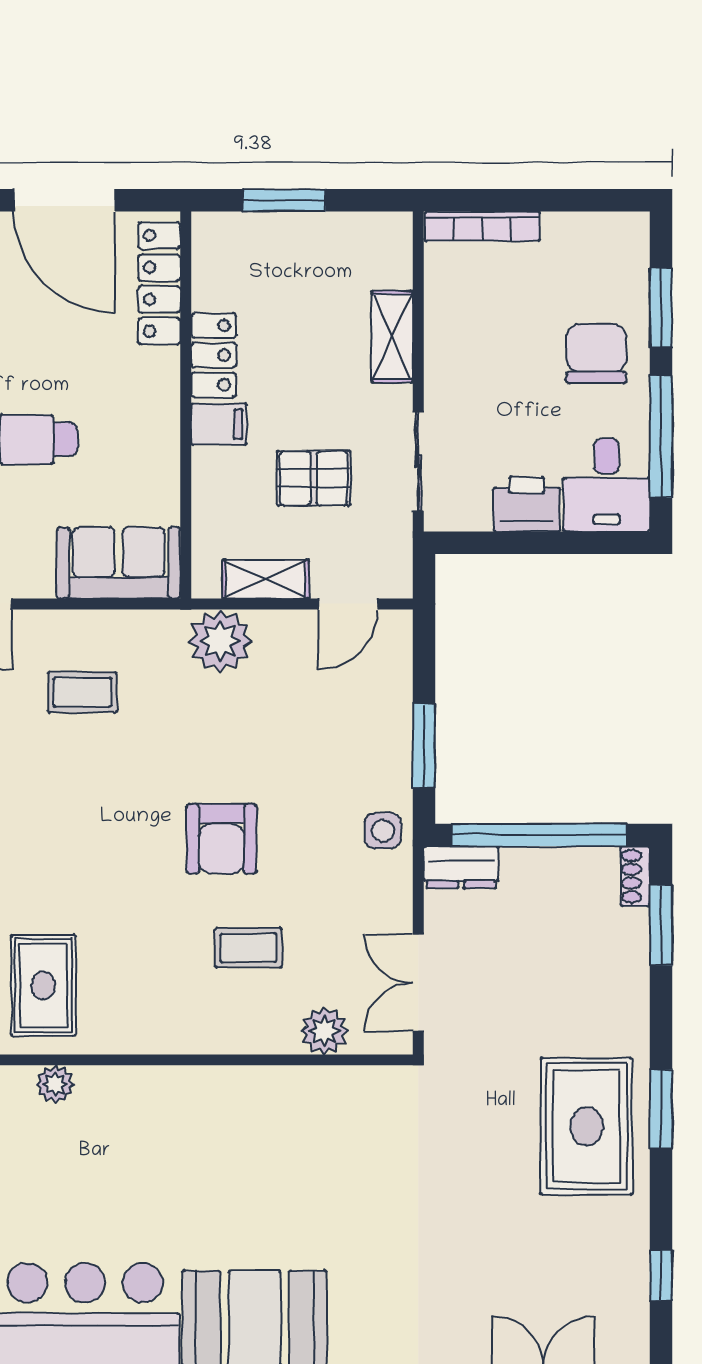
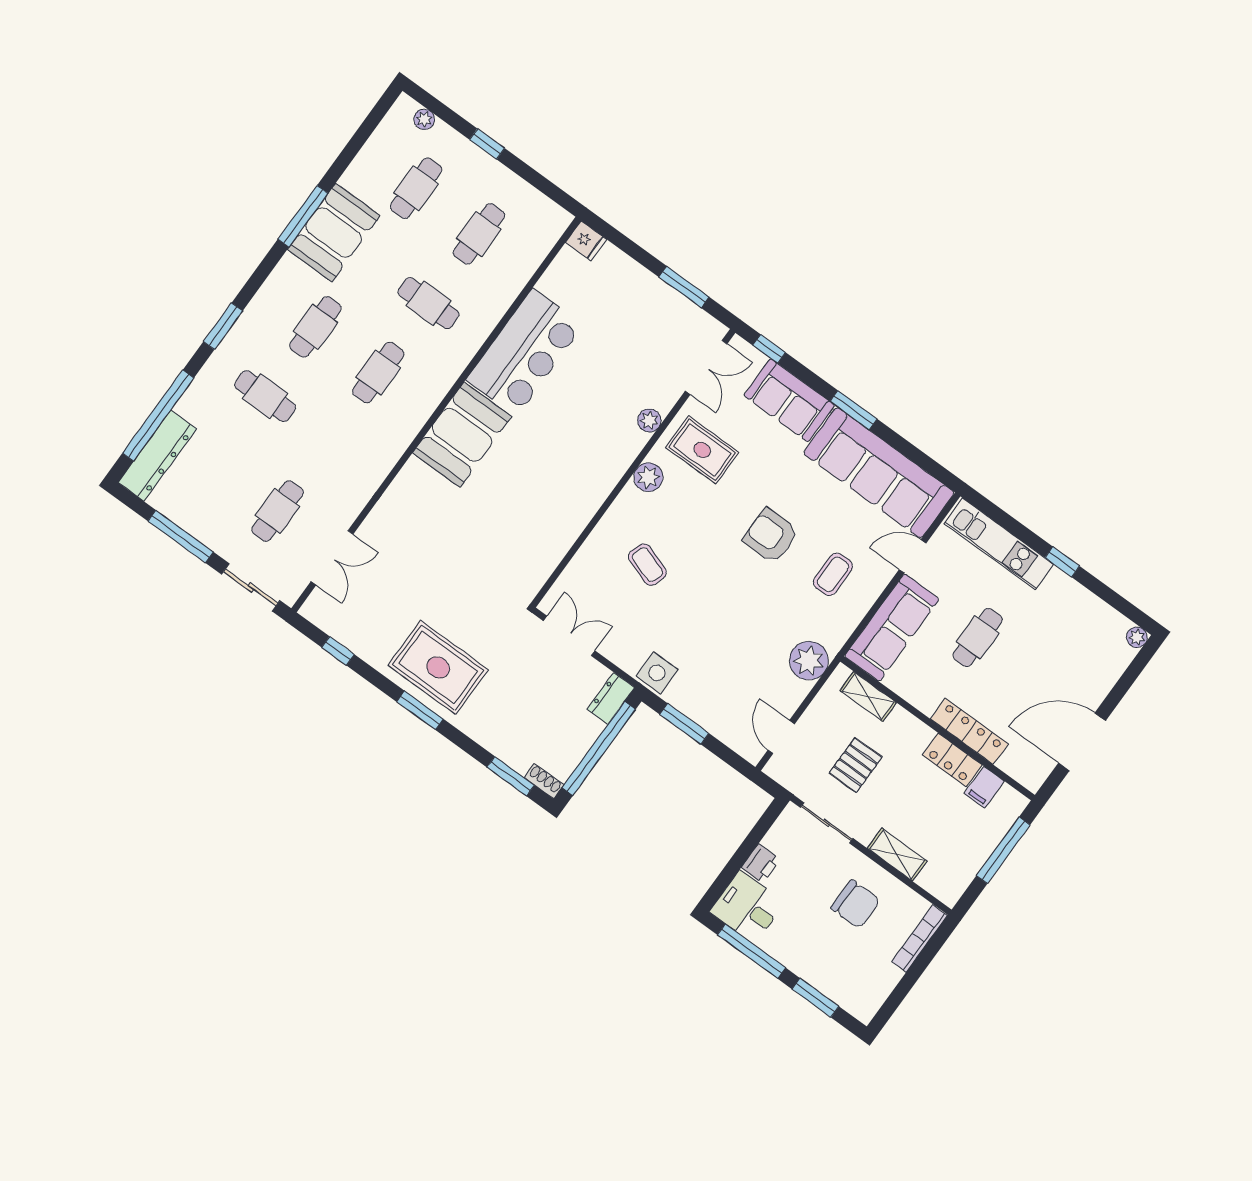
window: (284, 200) -> (1003, 850), width x1.44
locker: (159, 283) -> (969, 731), moved
chair: (596, 354) -> (855, 904), moved
filing cabinet: (219, 424) -> (984, 787), moved
printer: (527, 504) -> (761, 863), width x0.73, depth x0.81
sofa: (119, 563) -> (892, 628), width x1.36
shelving: (266, 579) -> (868, 697), moved, turned 90
side table: (383, 831) -> (657, 673), width x1.37, depth x1.37
armchair: (221, 839) -> (771, 536), moved
coffee table: (248, 948) -> (647, 565), turned -71
plant: (324, 1031) -> (648, 477), moved

